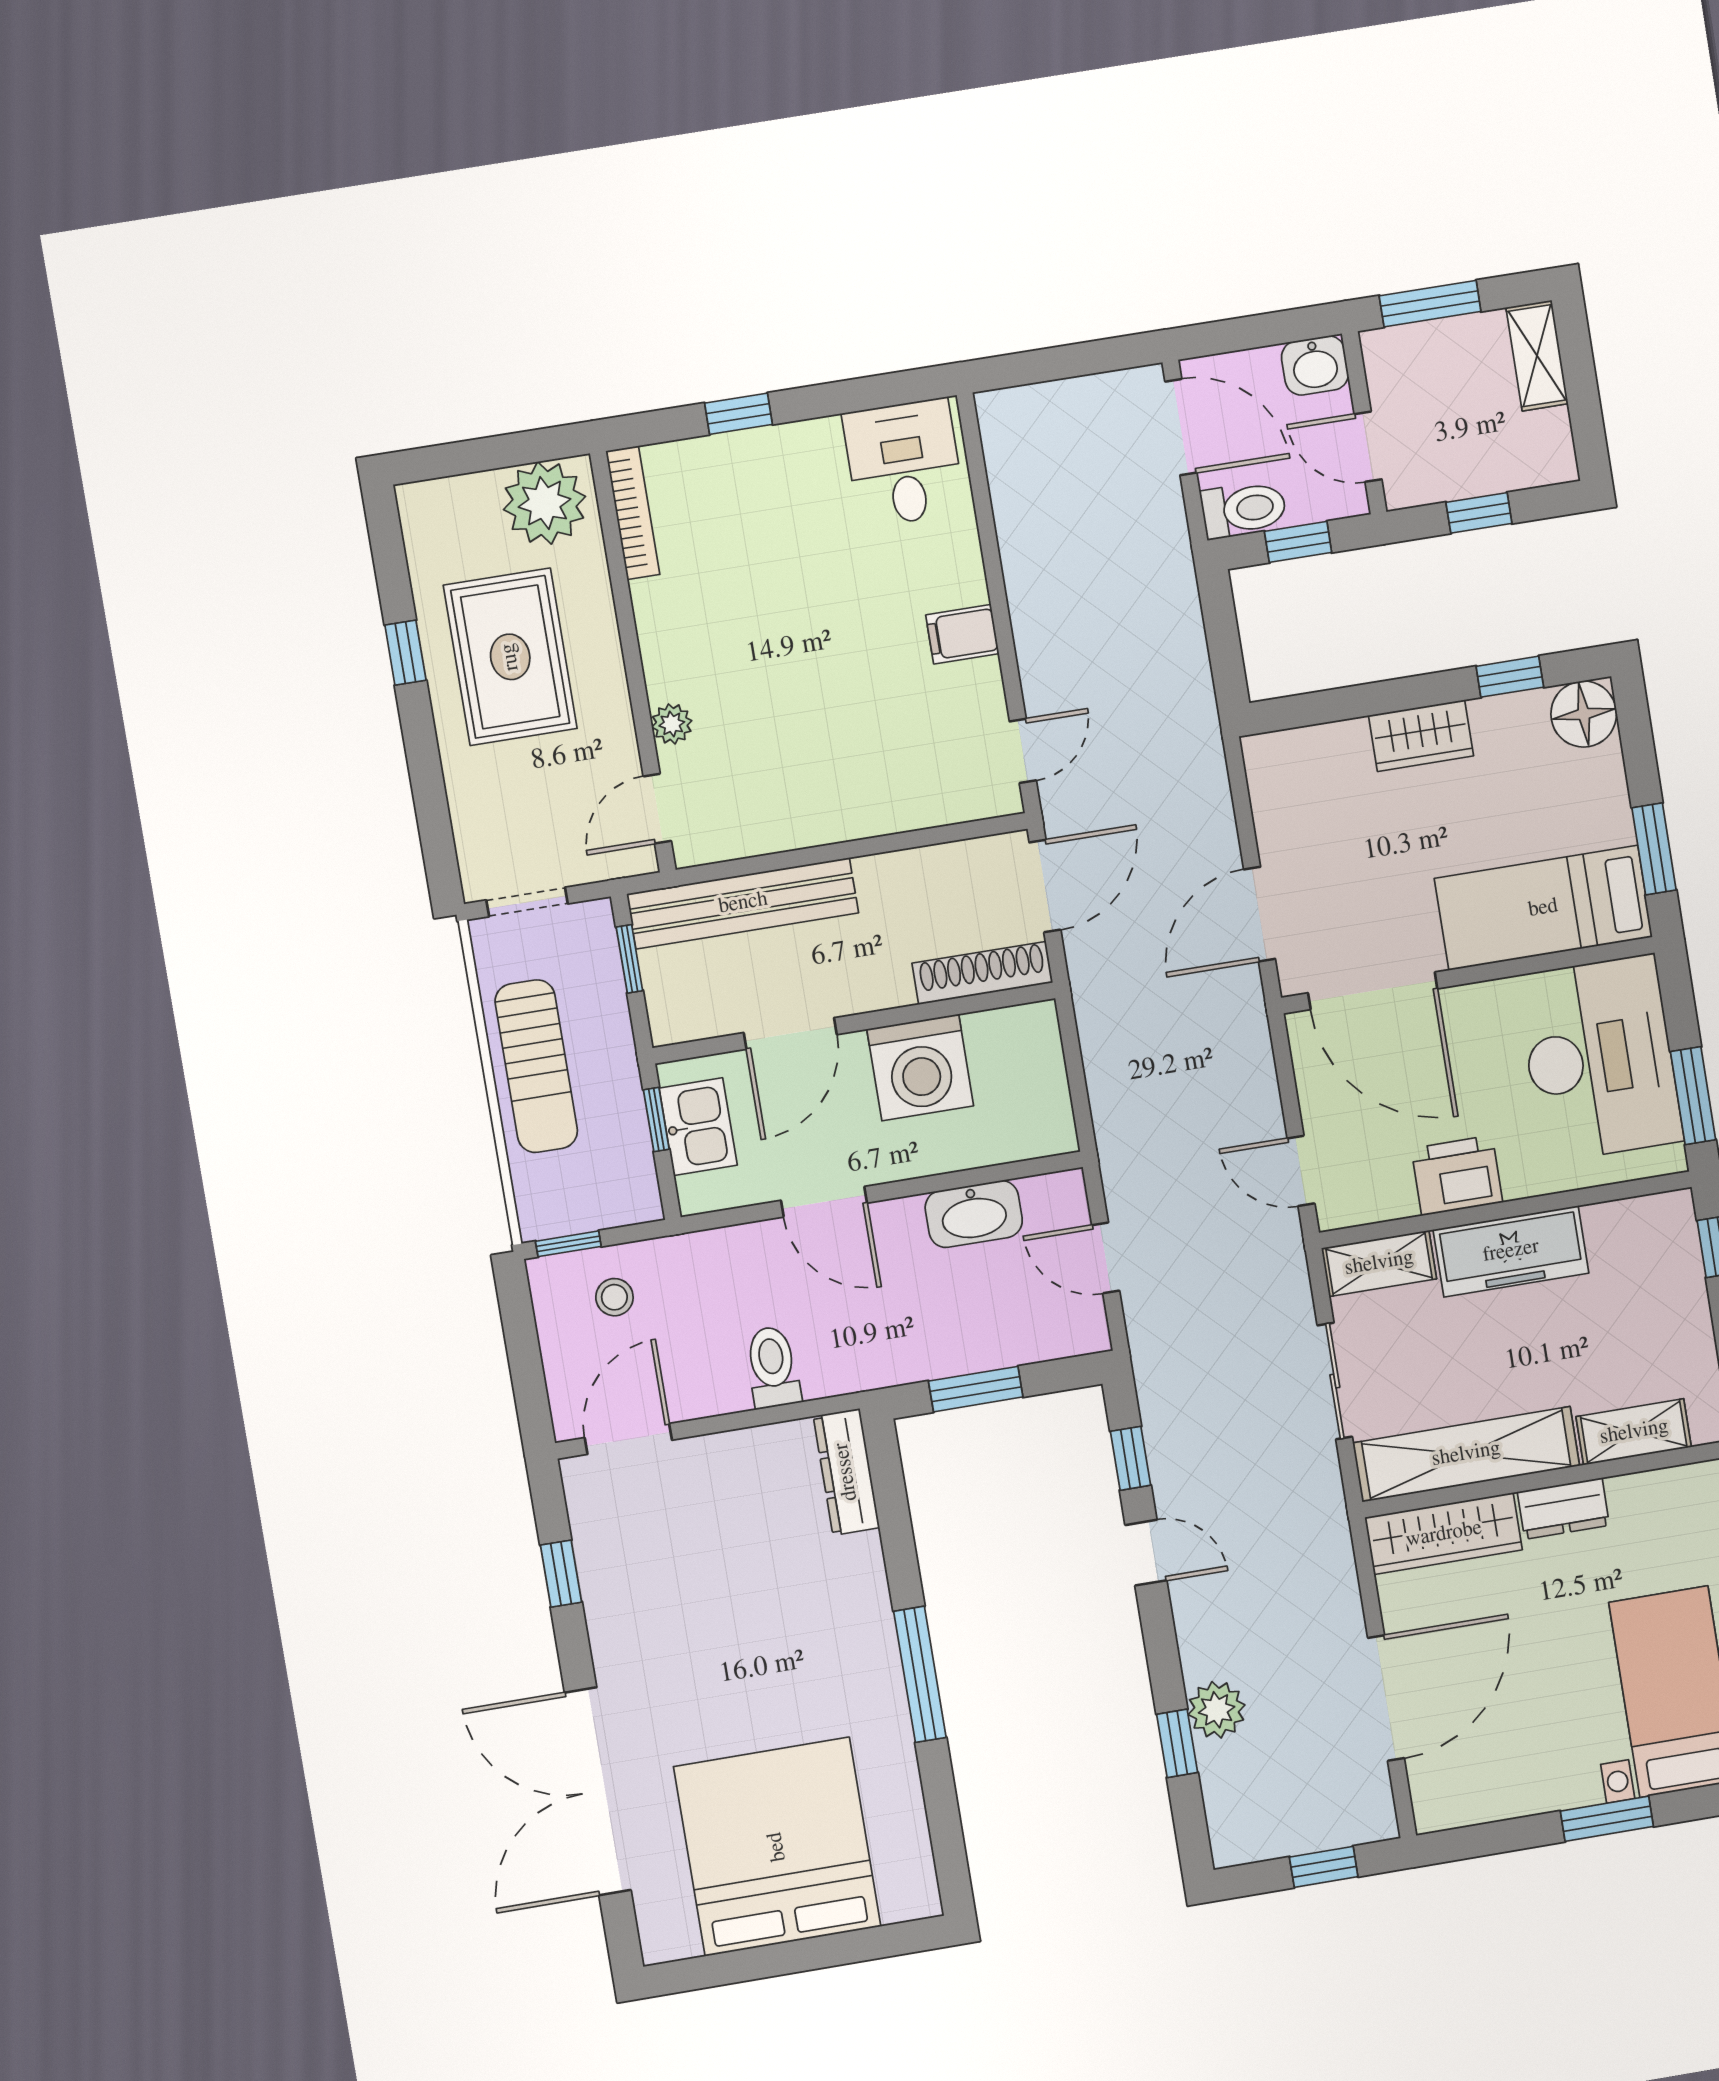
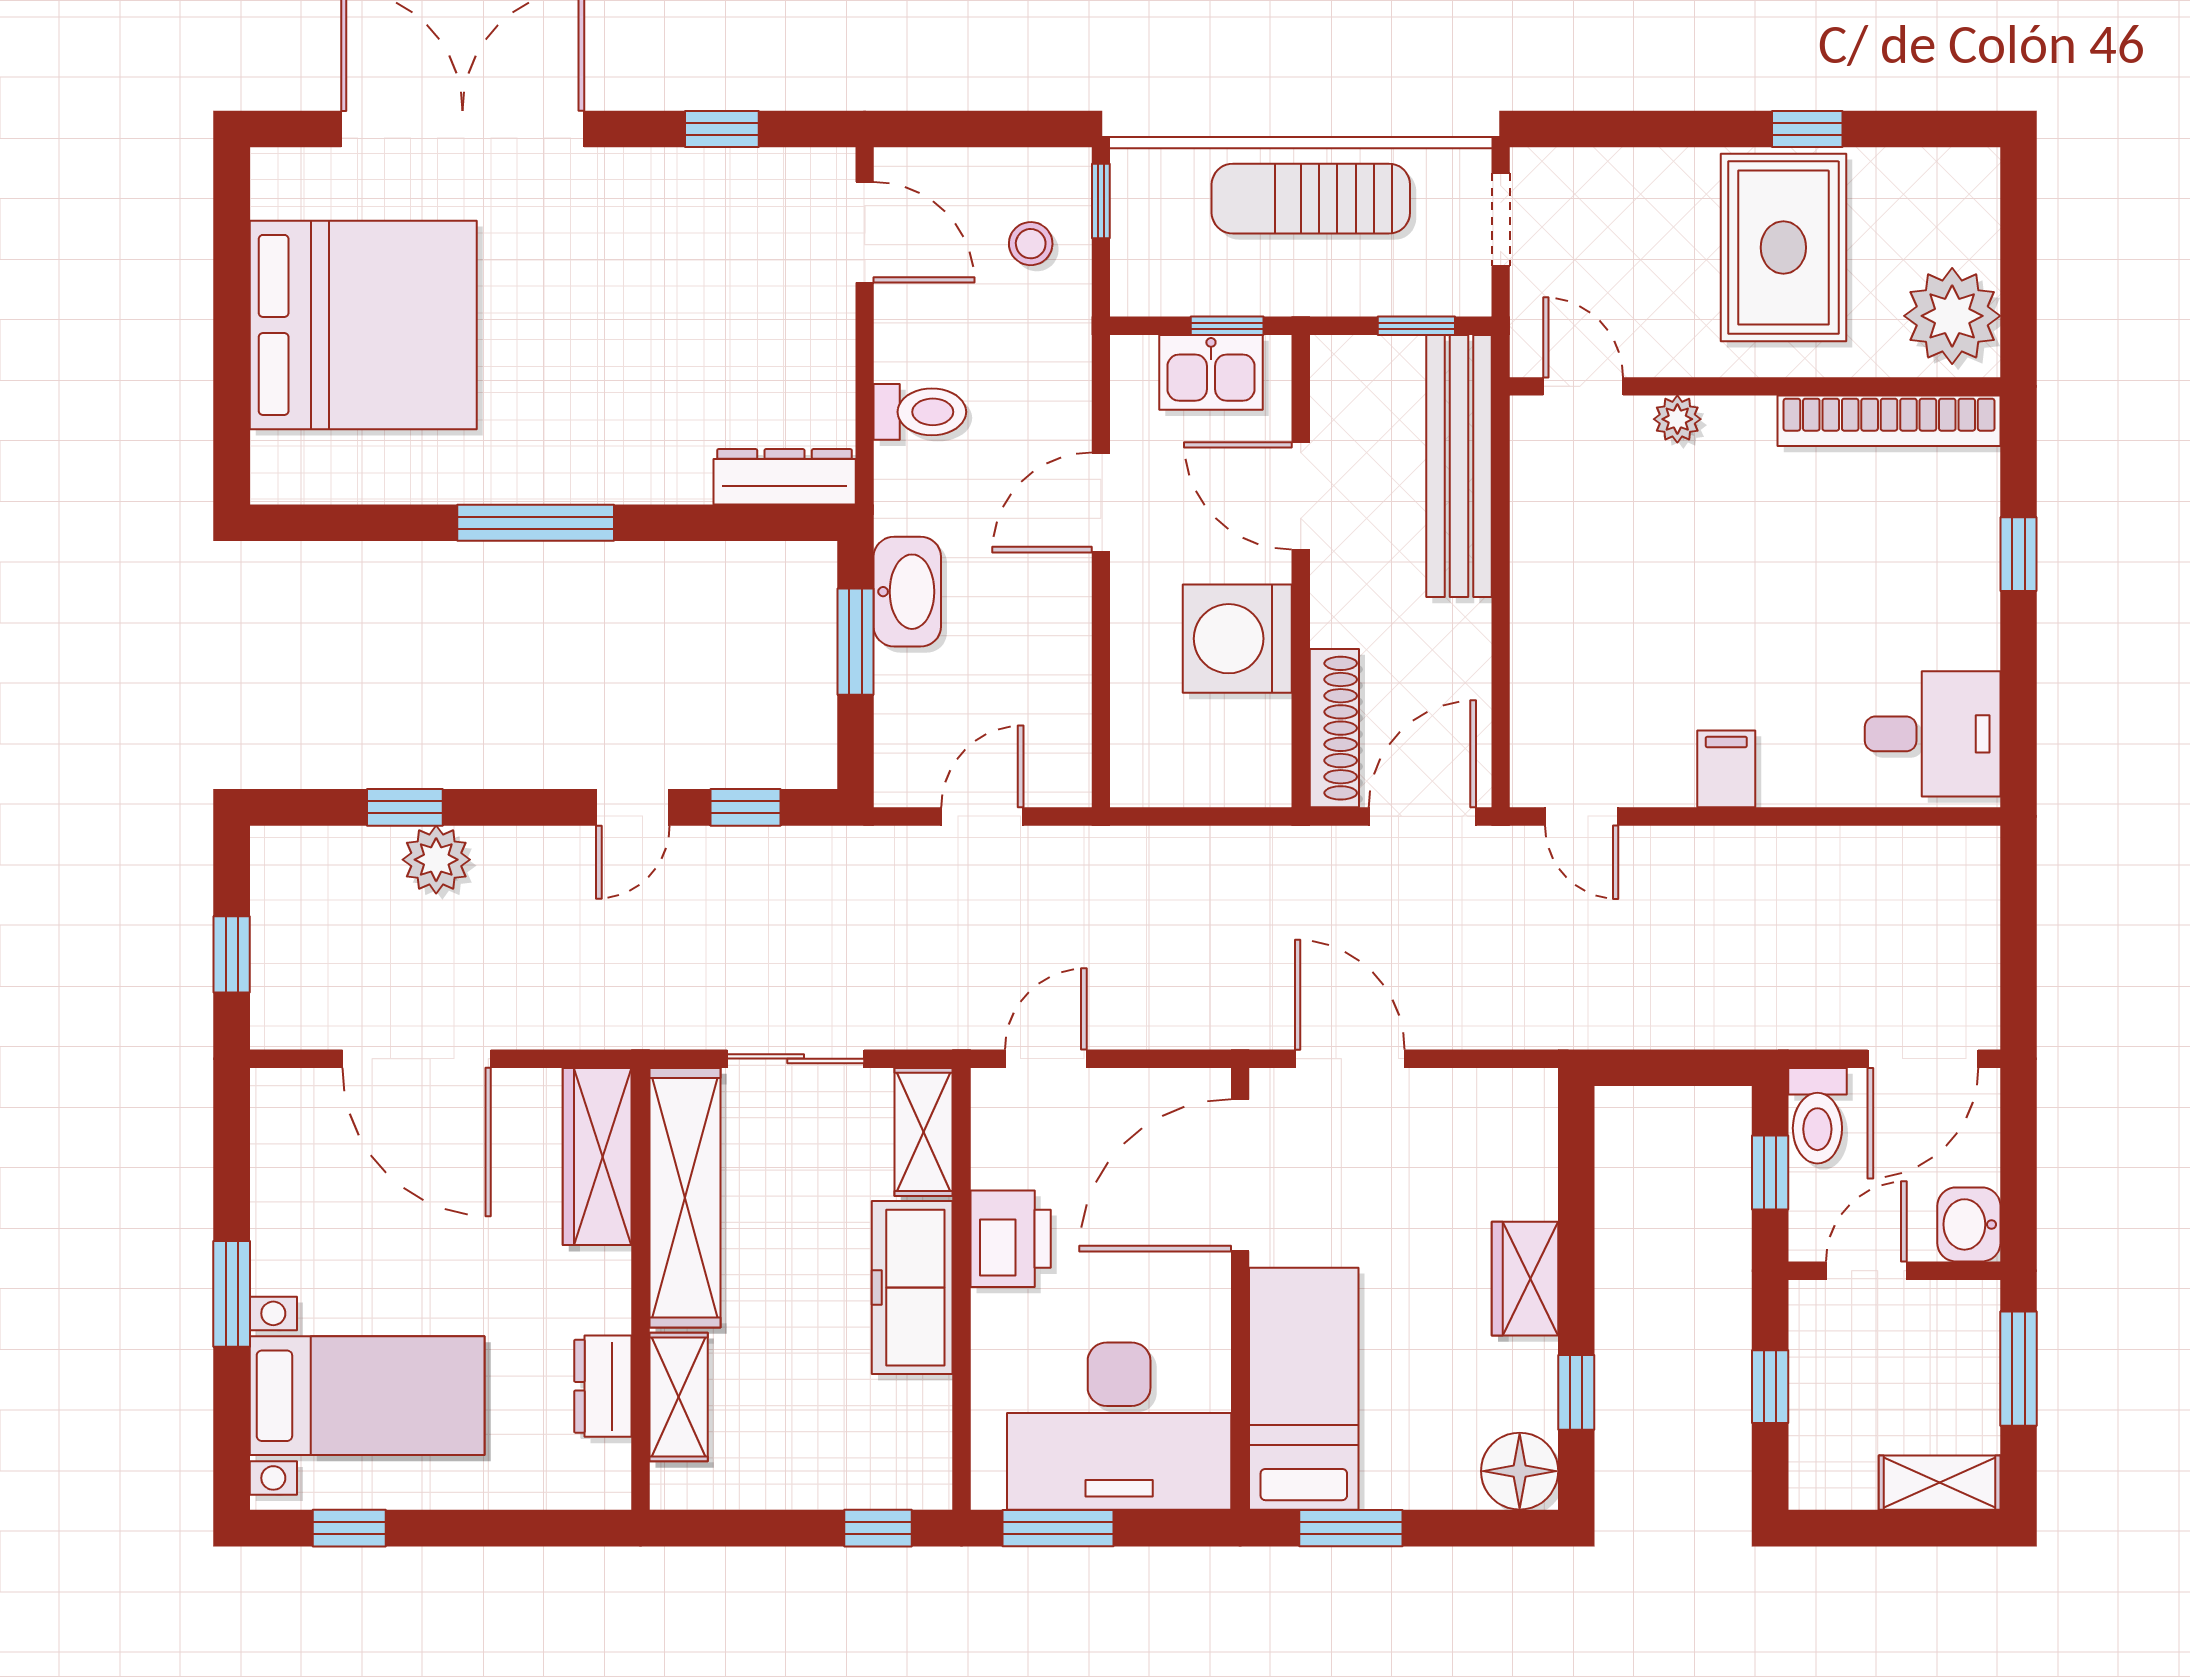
bookcase: (633, 513) -> (1889, 421), width x1.48, depth x1.31
rug: (510, 657) -> (1783, 248), turned 90
door: (1045, 886) -> (1422, 816), swing flipped
washbasin: (974, 1214) -> (907, 592), moved, turned 180
dresser: (1563, 1509) -> (603, 1386), moved

